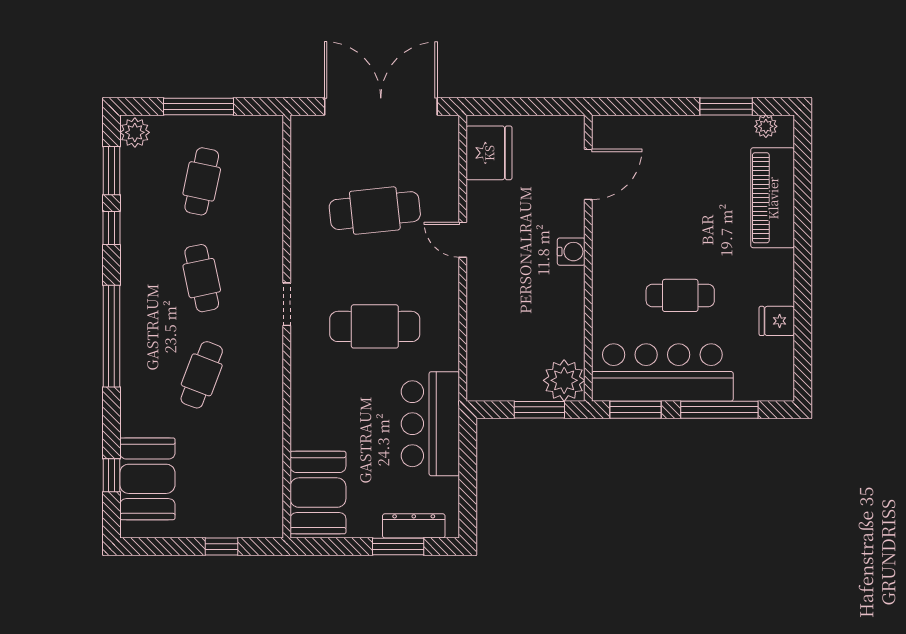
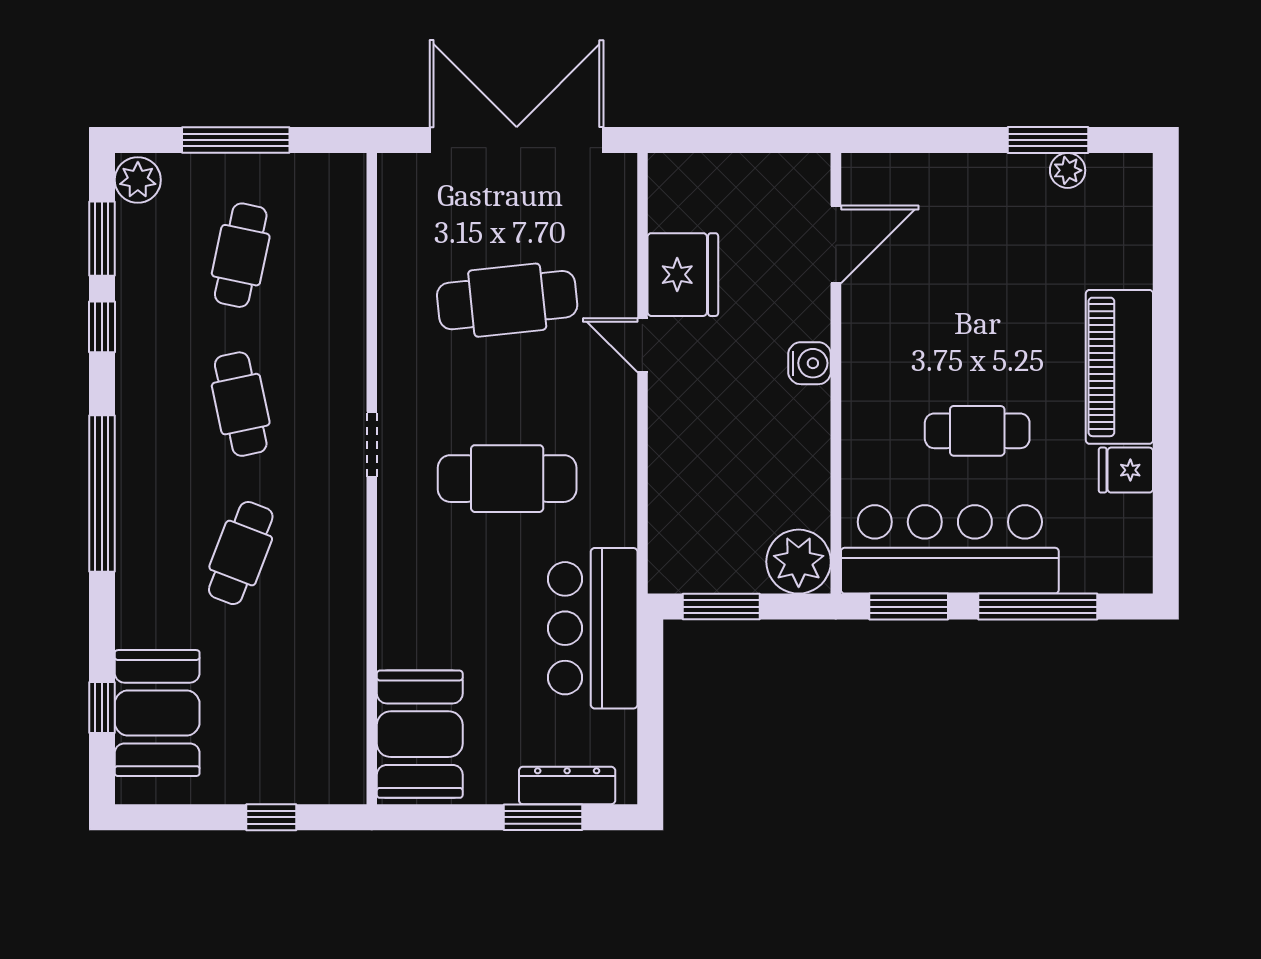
plant: (766, 126) -> (1068, 170), moved
fridge: (489, 153) -> (683, 275), moved
piano: (773, 198) -> (1119, 367), moved
window: (539, 410) -> (721, 607), moved

